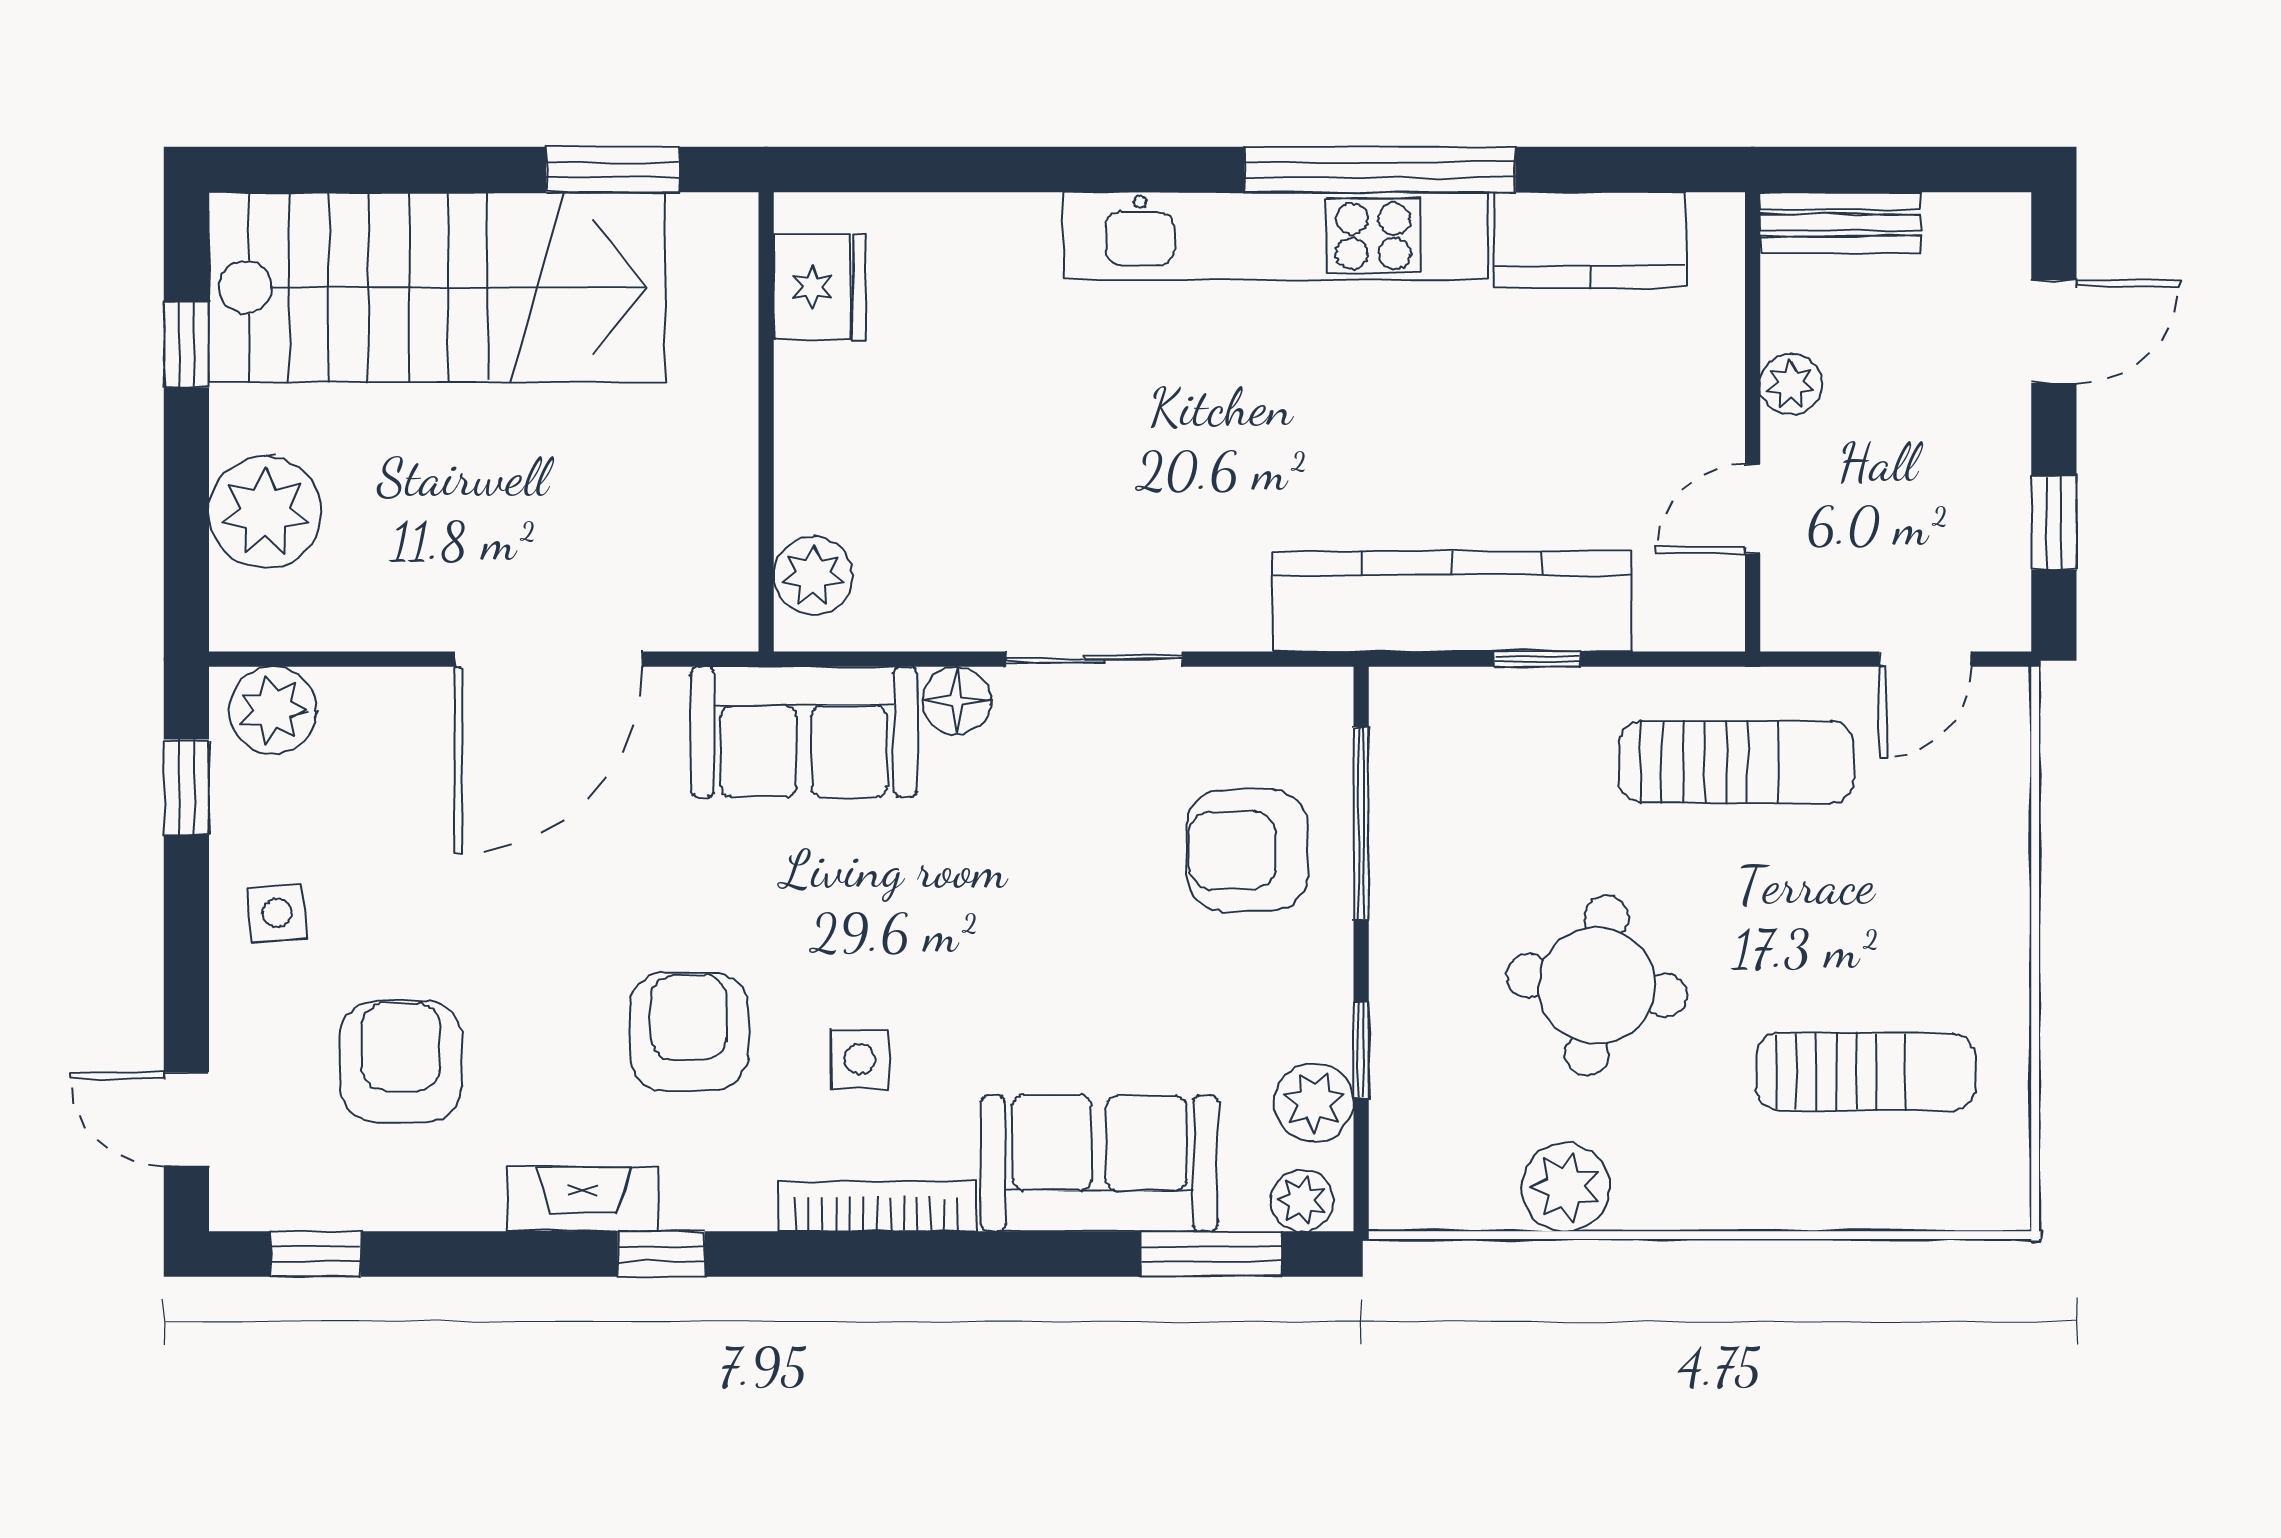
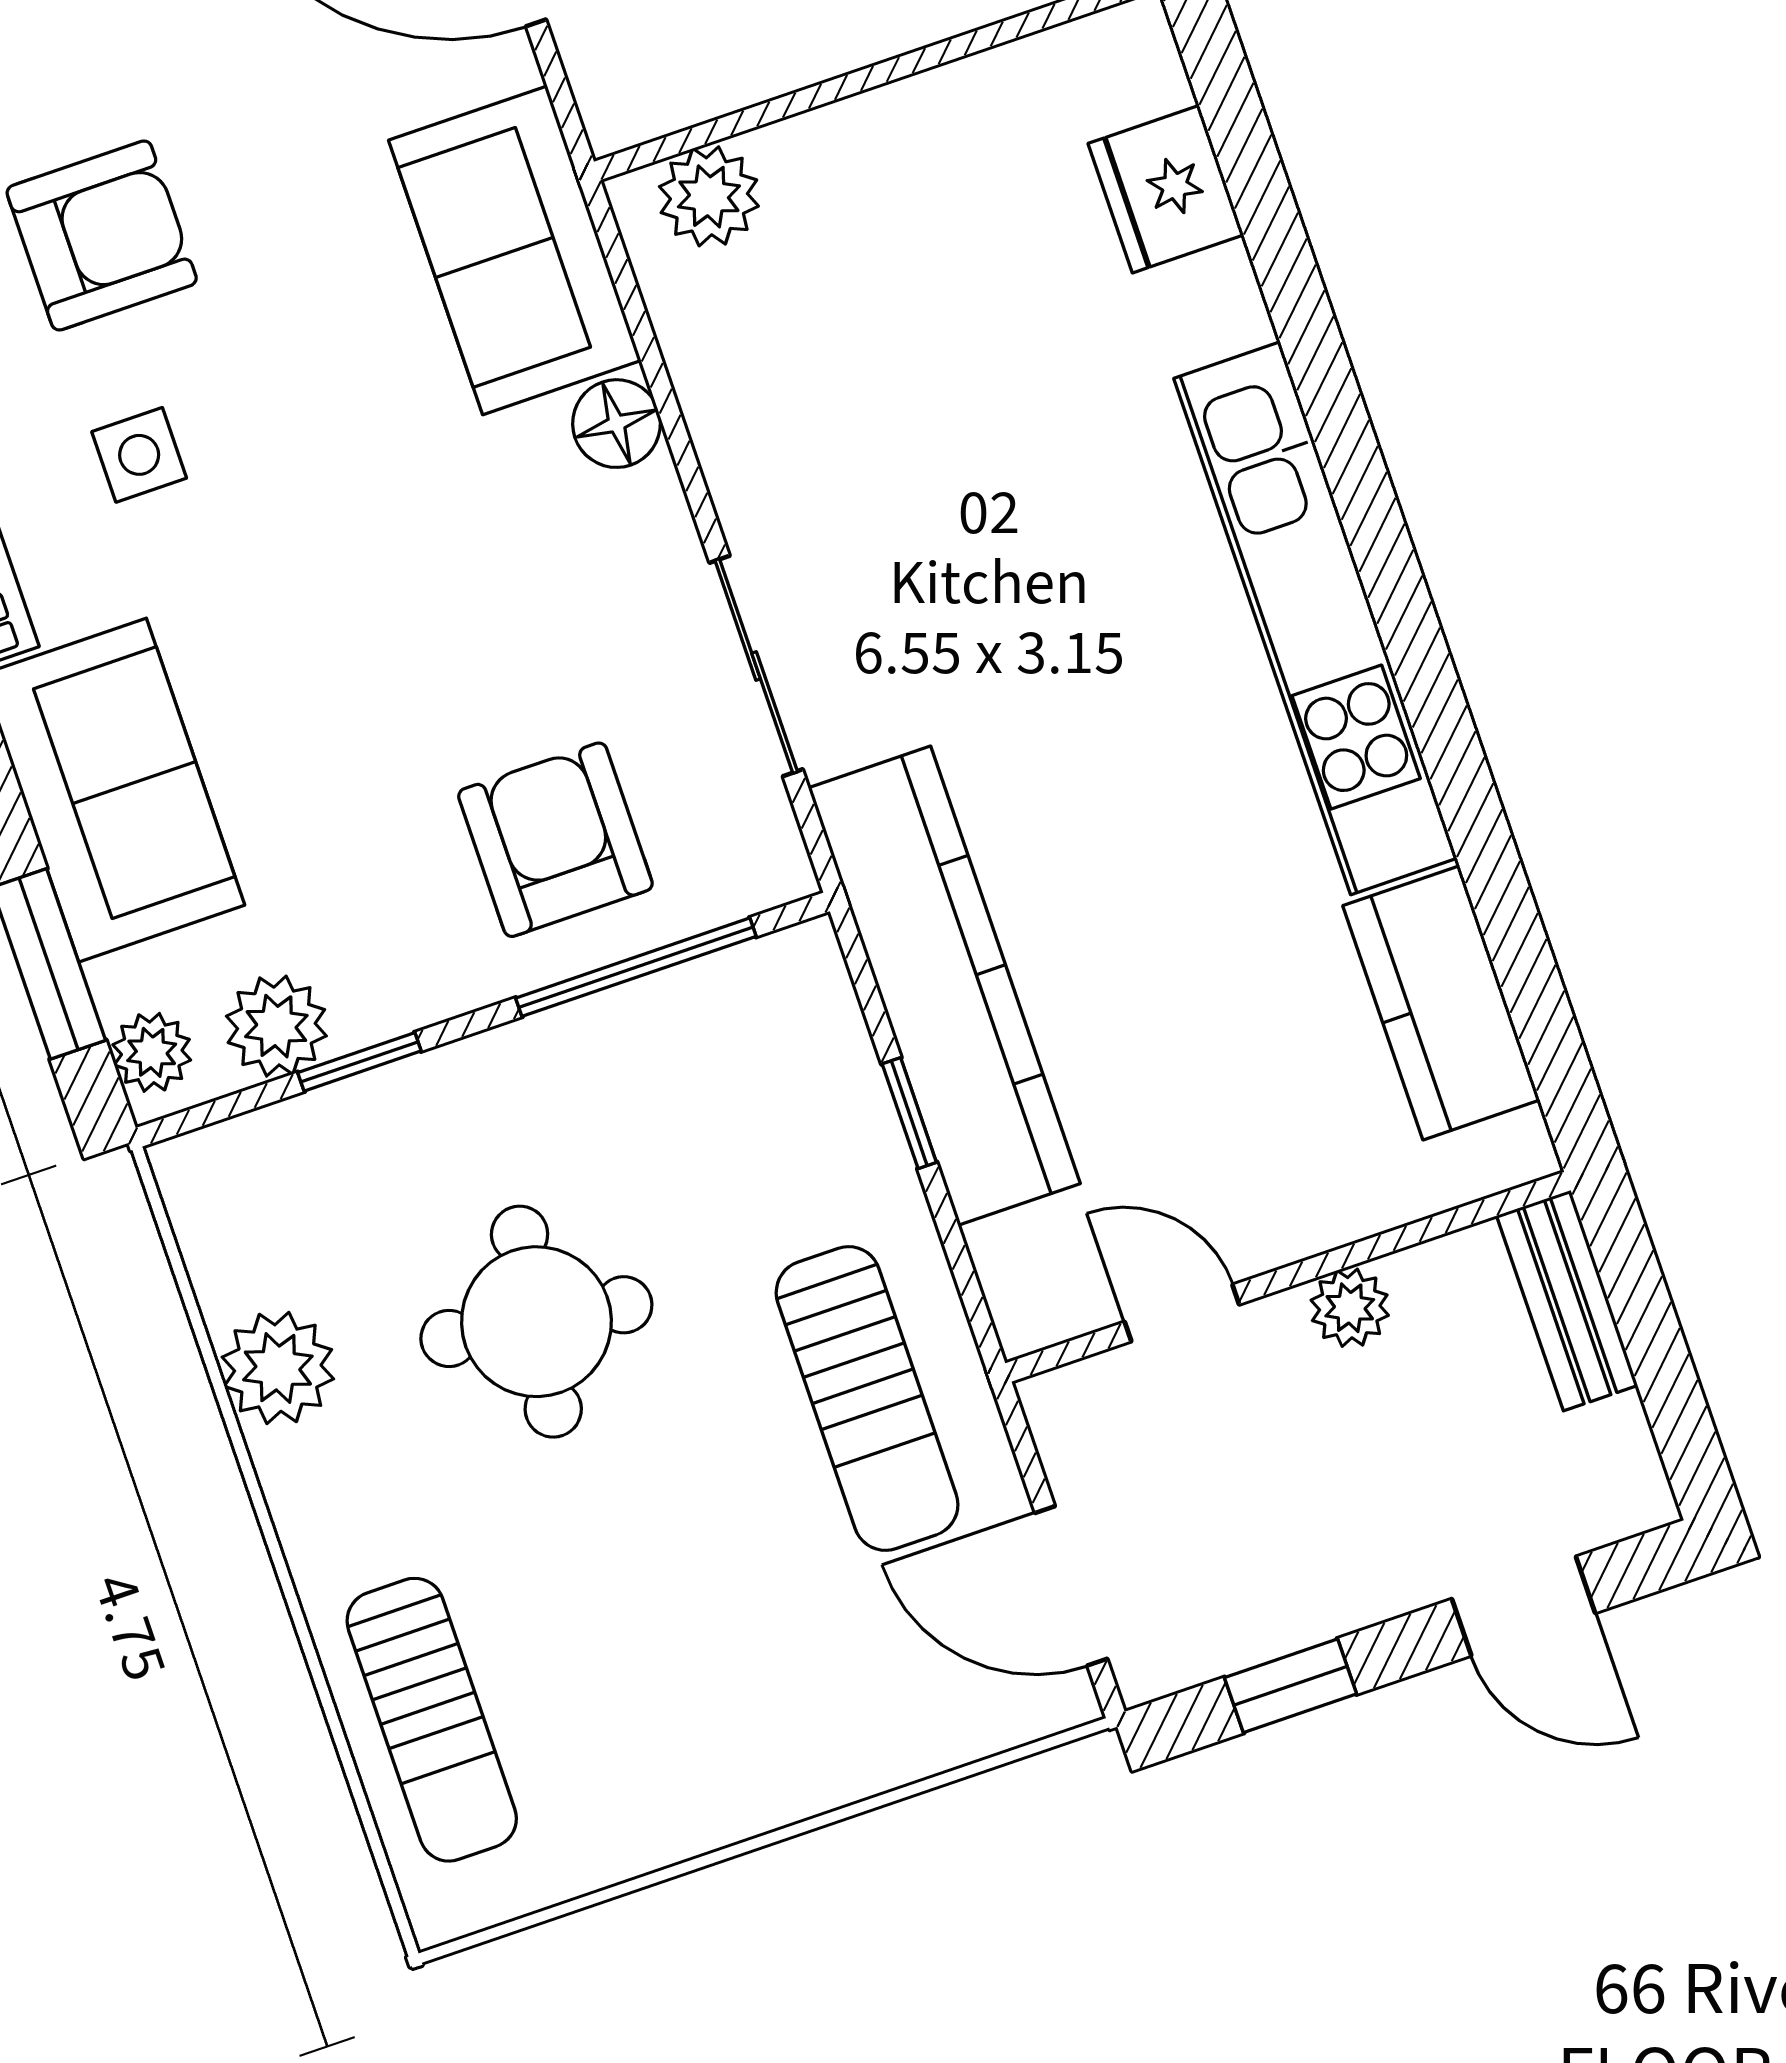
window: (1380, 170) -> (1440, 717), removed
fridge: (820, 287) -> (1166, 189), moved, turned 90
sliding door: (1094, 659) -> (756, 666), moved
door: (1925, 659) -> (1071, 1586), width x1.38
sun lounger: (1865, 1072) -> (432, 1720), moved

